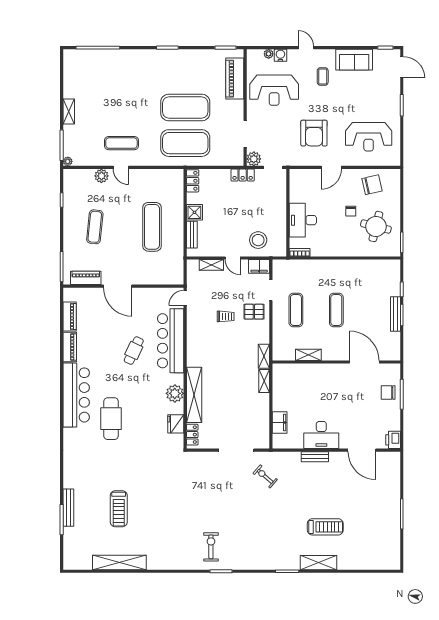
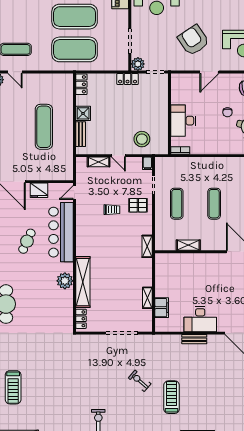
armchair: (314, 133) -> (193, 40), turned 146
filing cabinet: (259, 266) -> (147, 163), width x0.50
shelving: (264, 381) -> (147, 298), moved
fridge: (176, 424) -> (39, 190), moved, turned -90
exercise bike: (265, 476) -> (140, 381), moved
treadmill: (325, 527) -> (172, 397), moved, turned -90

